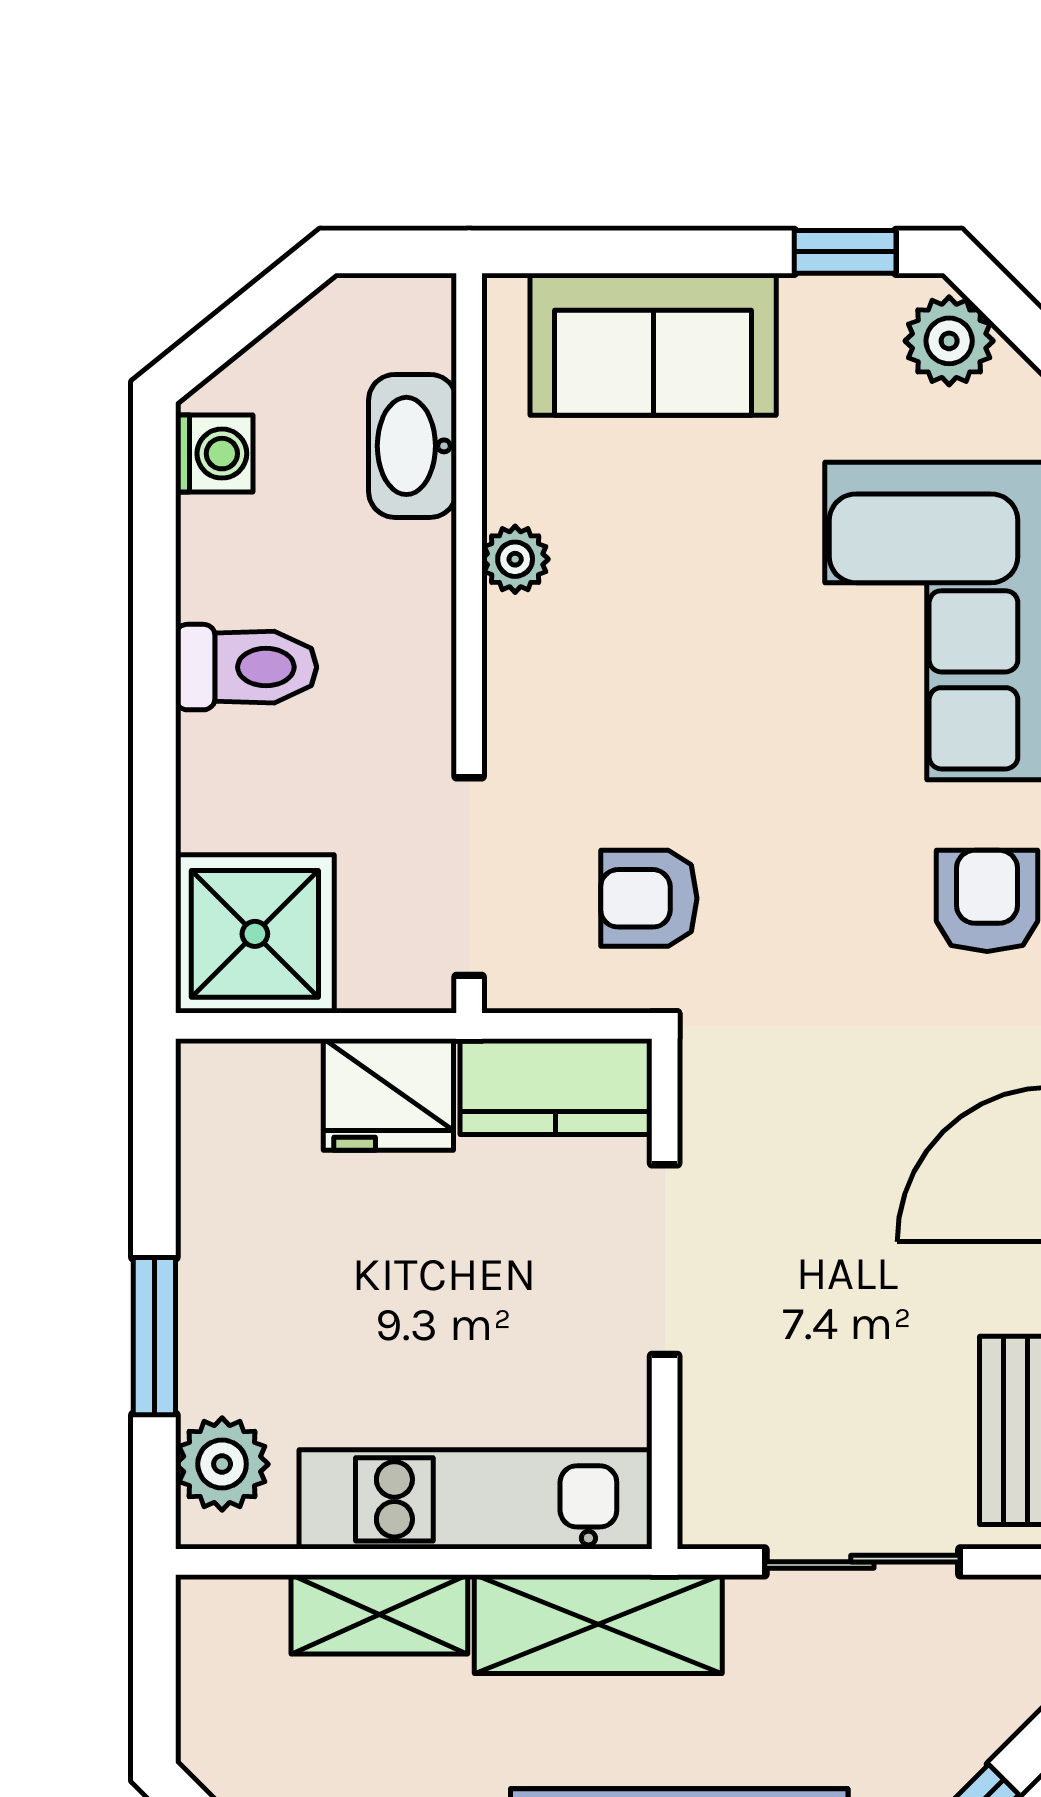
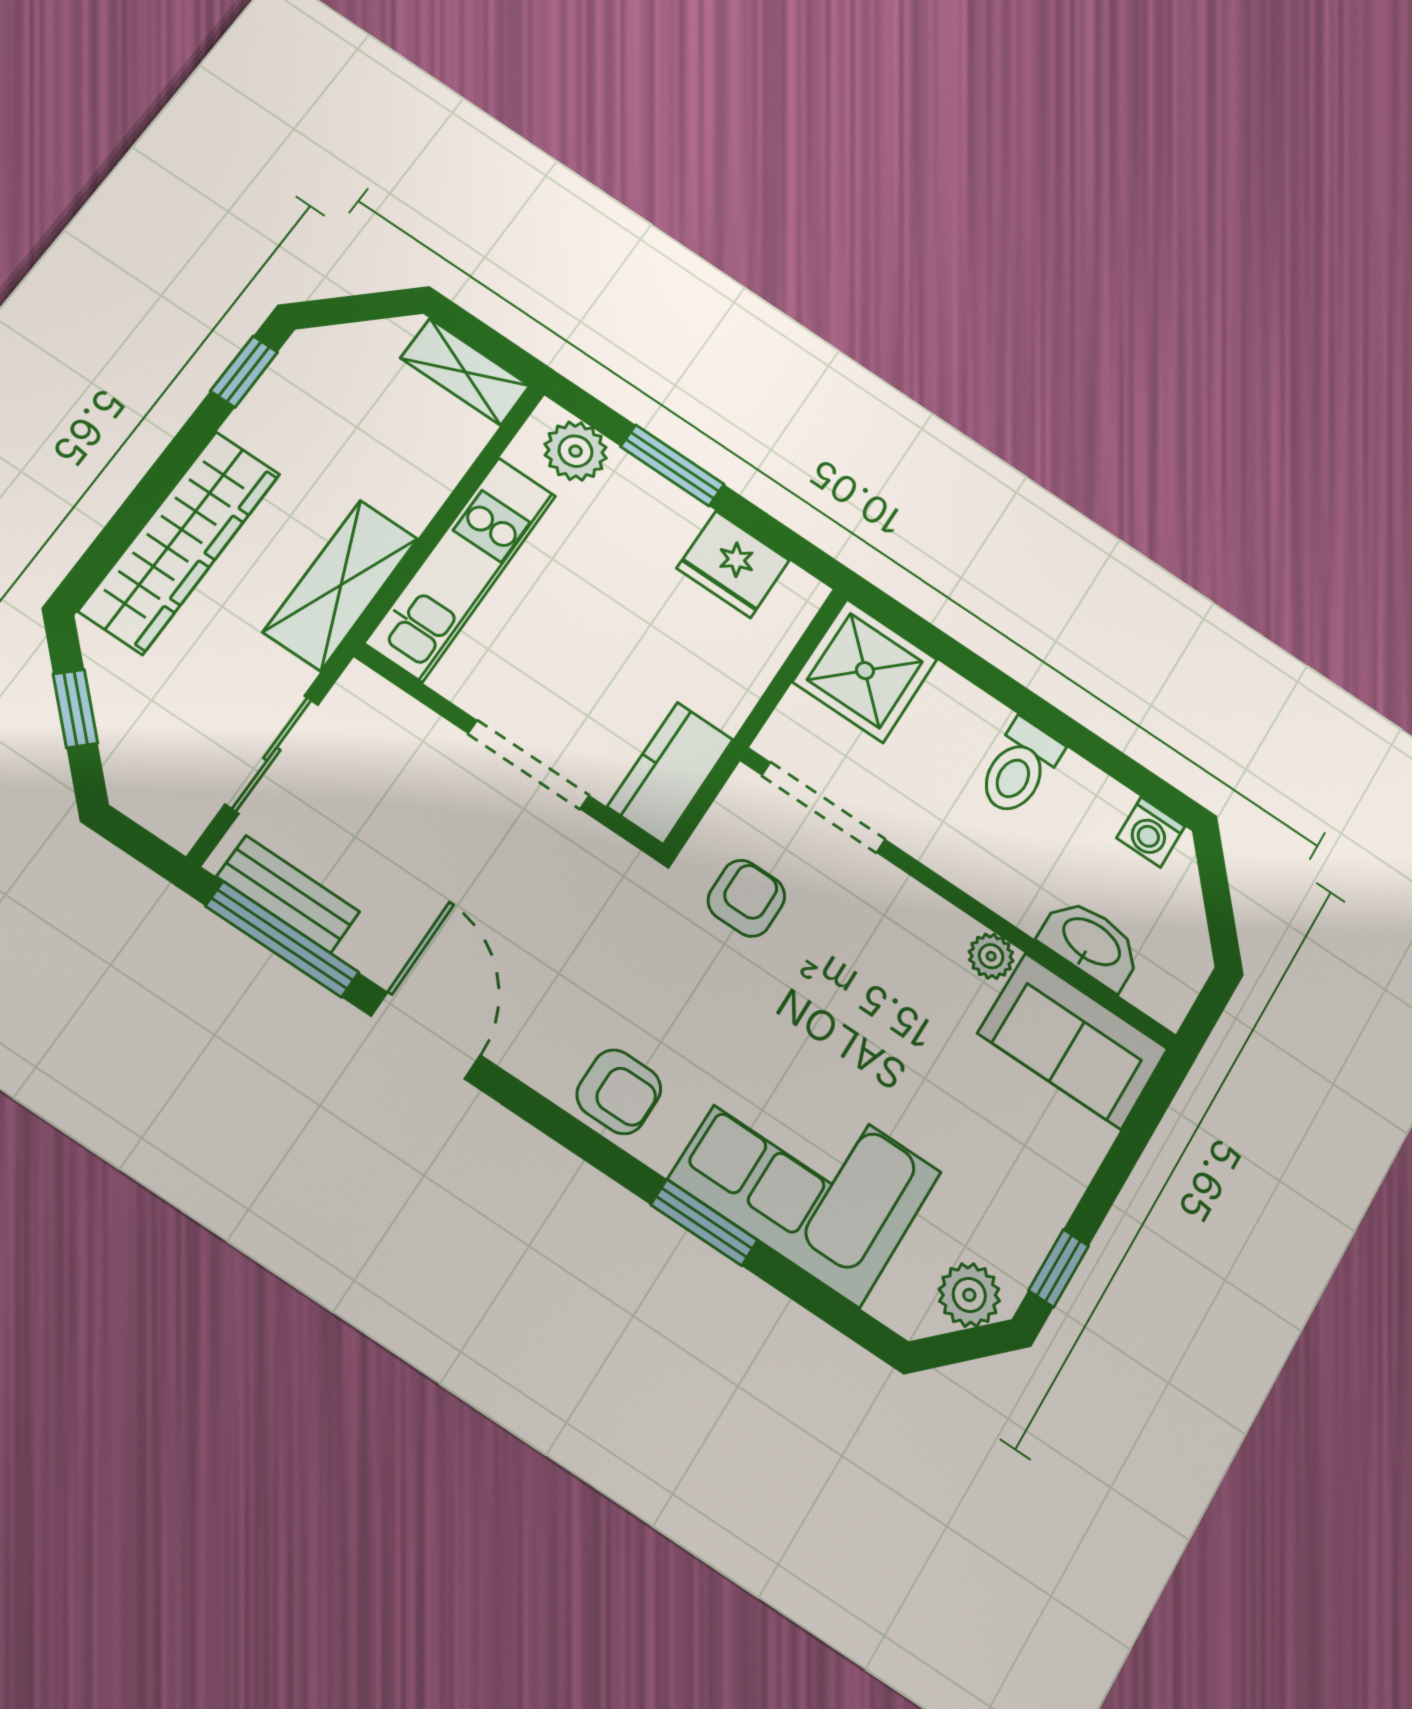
sofa: (653, 344) -> (1073, 1041), moved, turned -90
fridge: (388, 1095) -> (733, 564), moved, turned -90
shelving: (379, 1614) -> (465, 372), moved, turned 90

